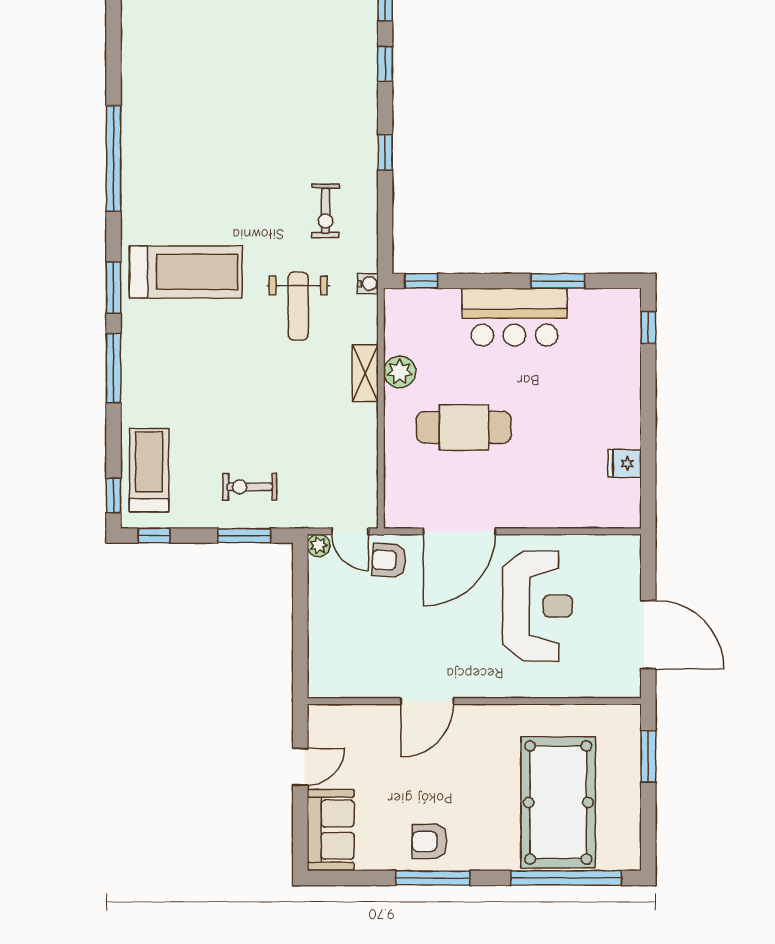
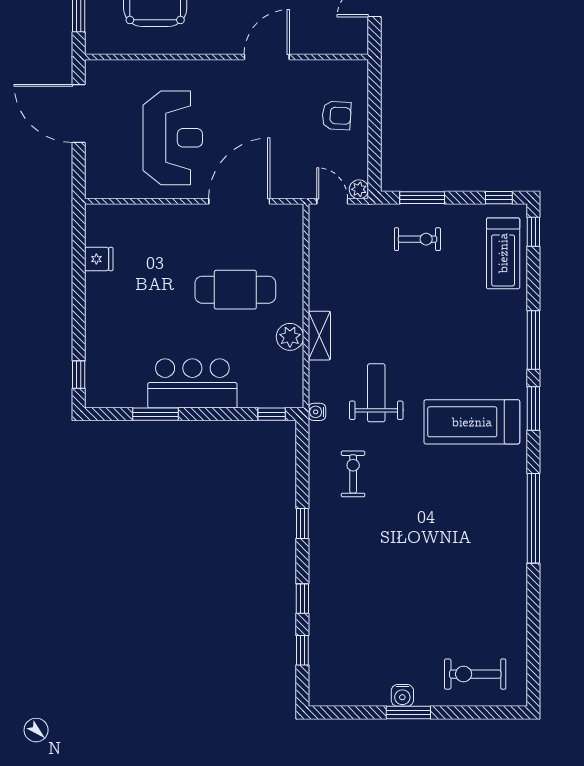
armchair: (389, 560) -> (337, 115), moved
reception desk: (538, 606) -> (173, 138), turned 180

